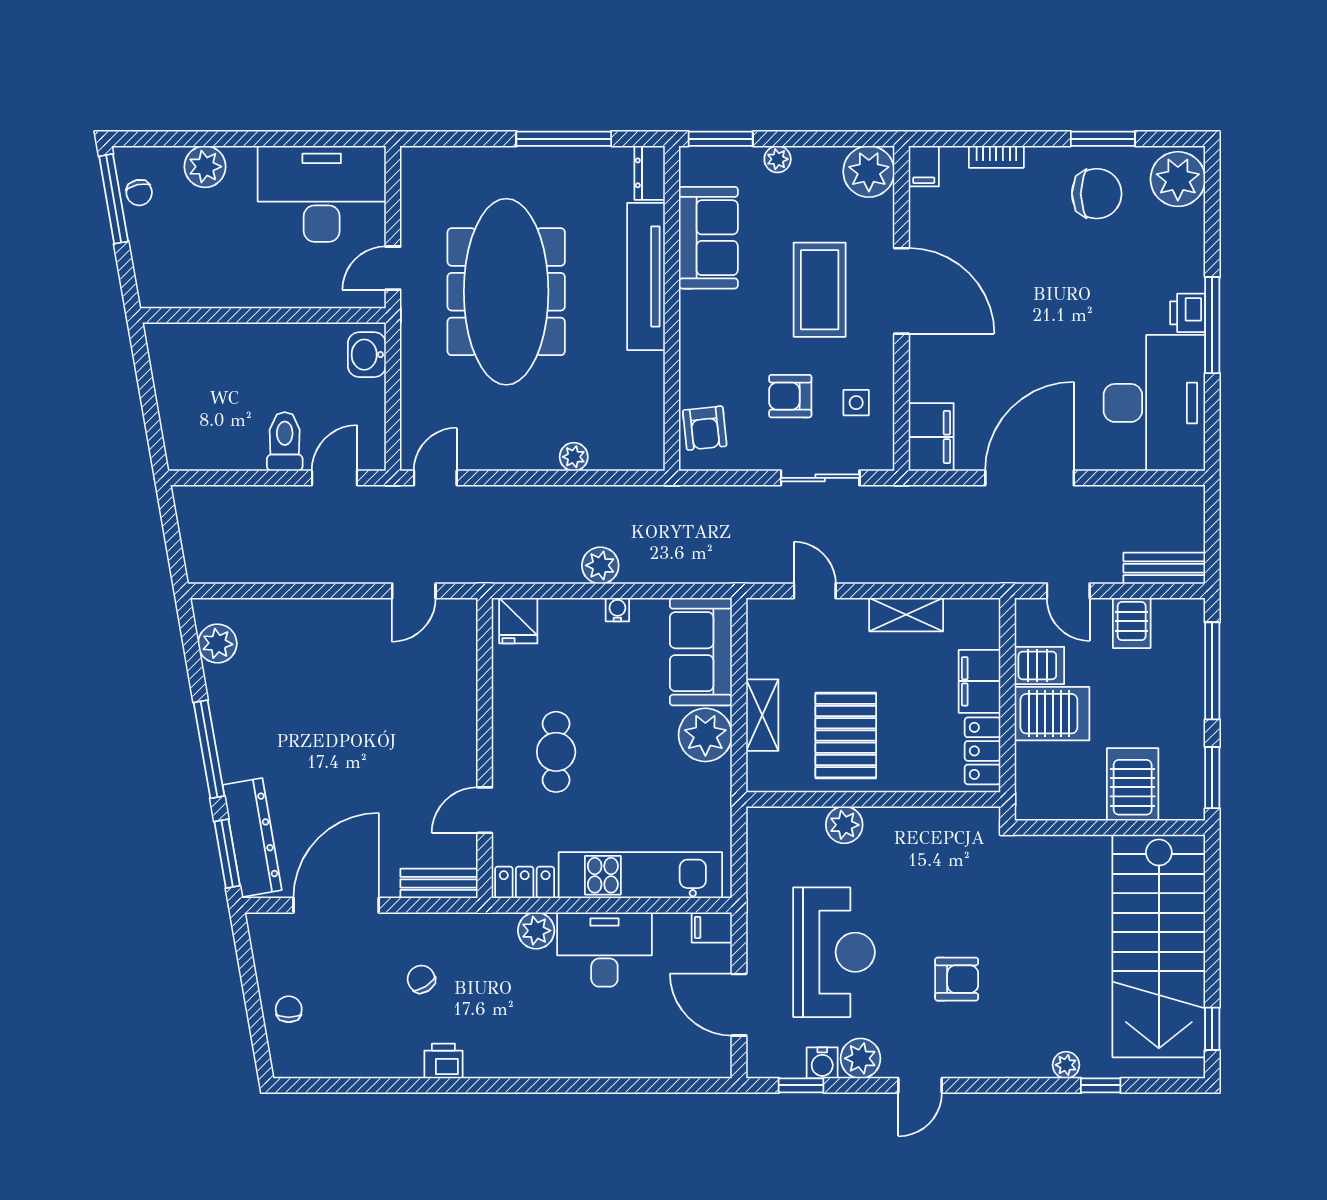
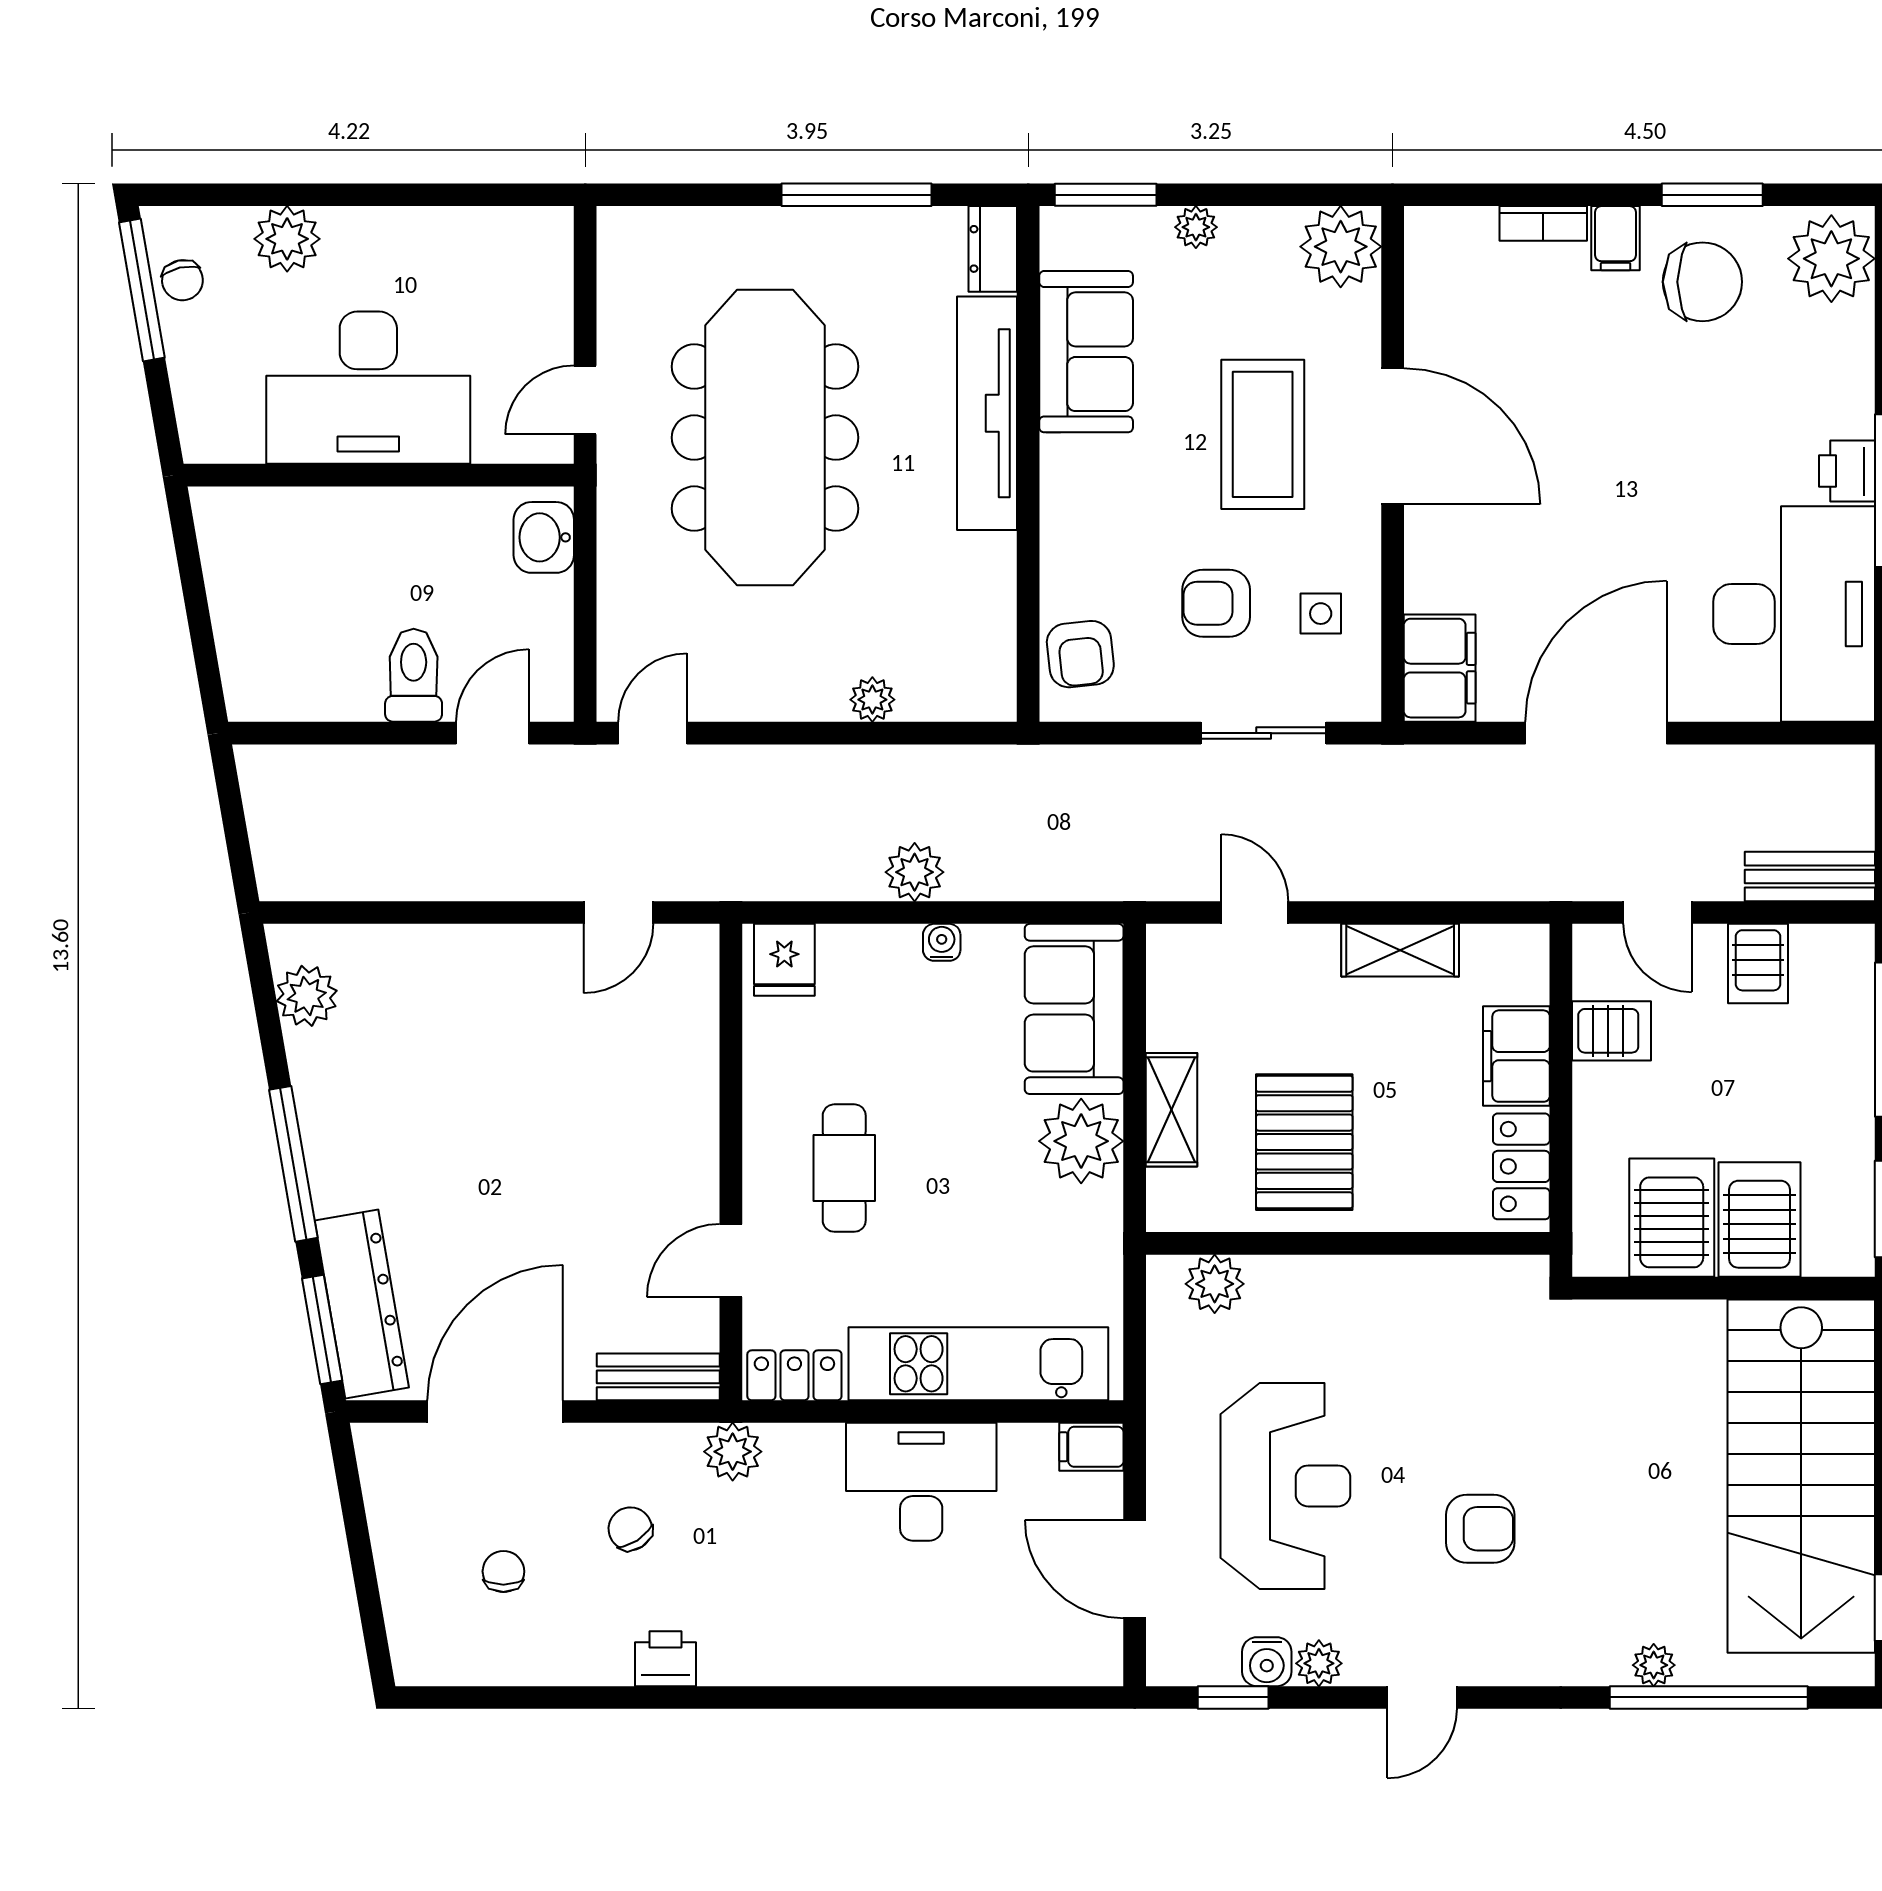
filing cabinet: (924, 166) -> (1615, 238), moved
desk: (322, 194) -> (368, 388), moved, turned 180
server rack: (1052, 714) -> (1672, 1218), moved, turned -90
plant: (844, 825) -> (1215, 1284), moved
plant: (536, 931) -> (733, 1452), moved
chair: (289, 1009) -> (503, 1571), moved
plant: (860, 1058) -> (1319, 1663), width x0.73, depth x0.73
window: (1101, 1085) -> (1709, 1697), width x3.17

